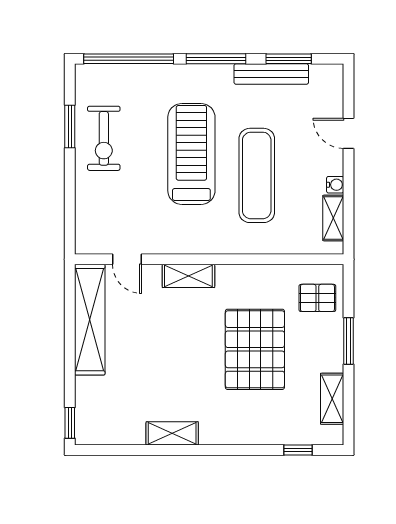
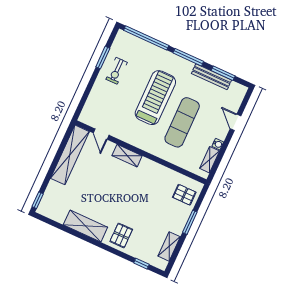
exercise bike: (104, 138) -> (117, 71), width x0.73, depth x0.72
pallet: (255, 349) -> (121, 235), moved, width x0.49, depth x0.50
shelving: (172, 433) -> (85, 226), width x1.50, depth x1.33

